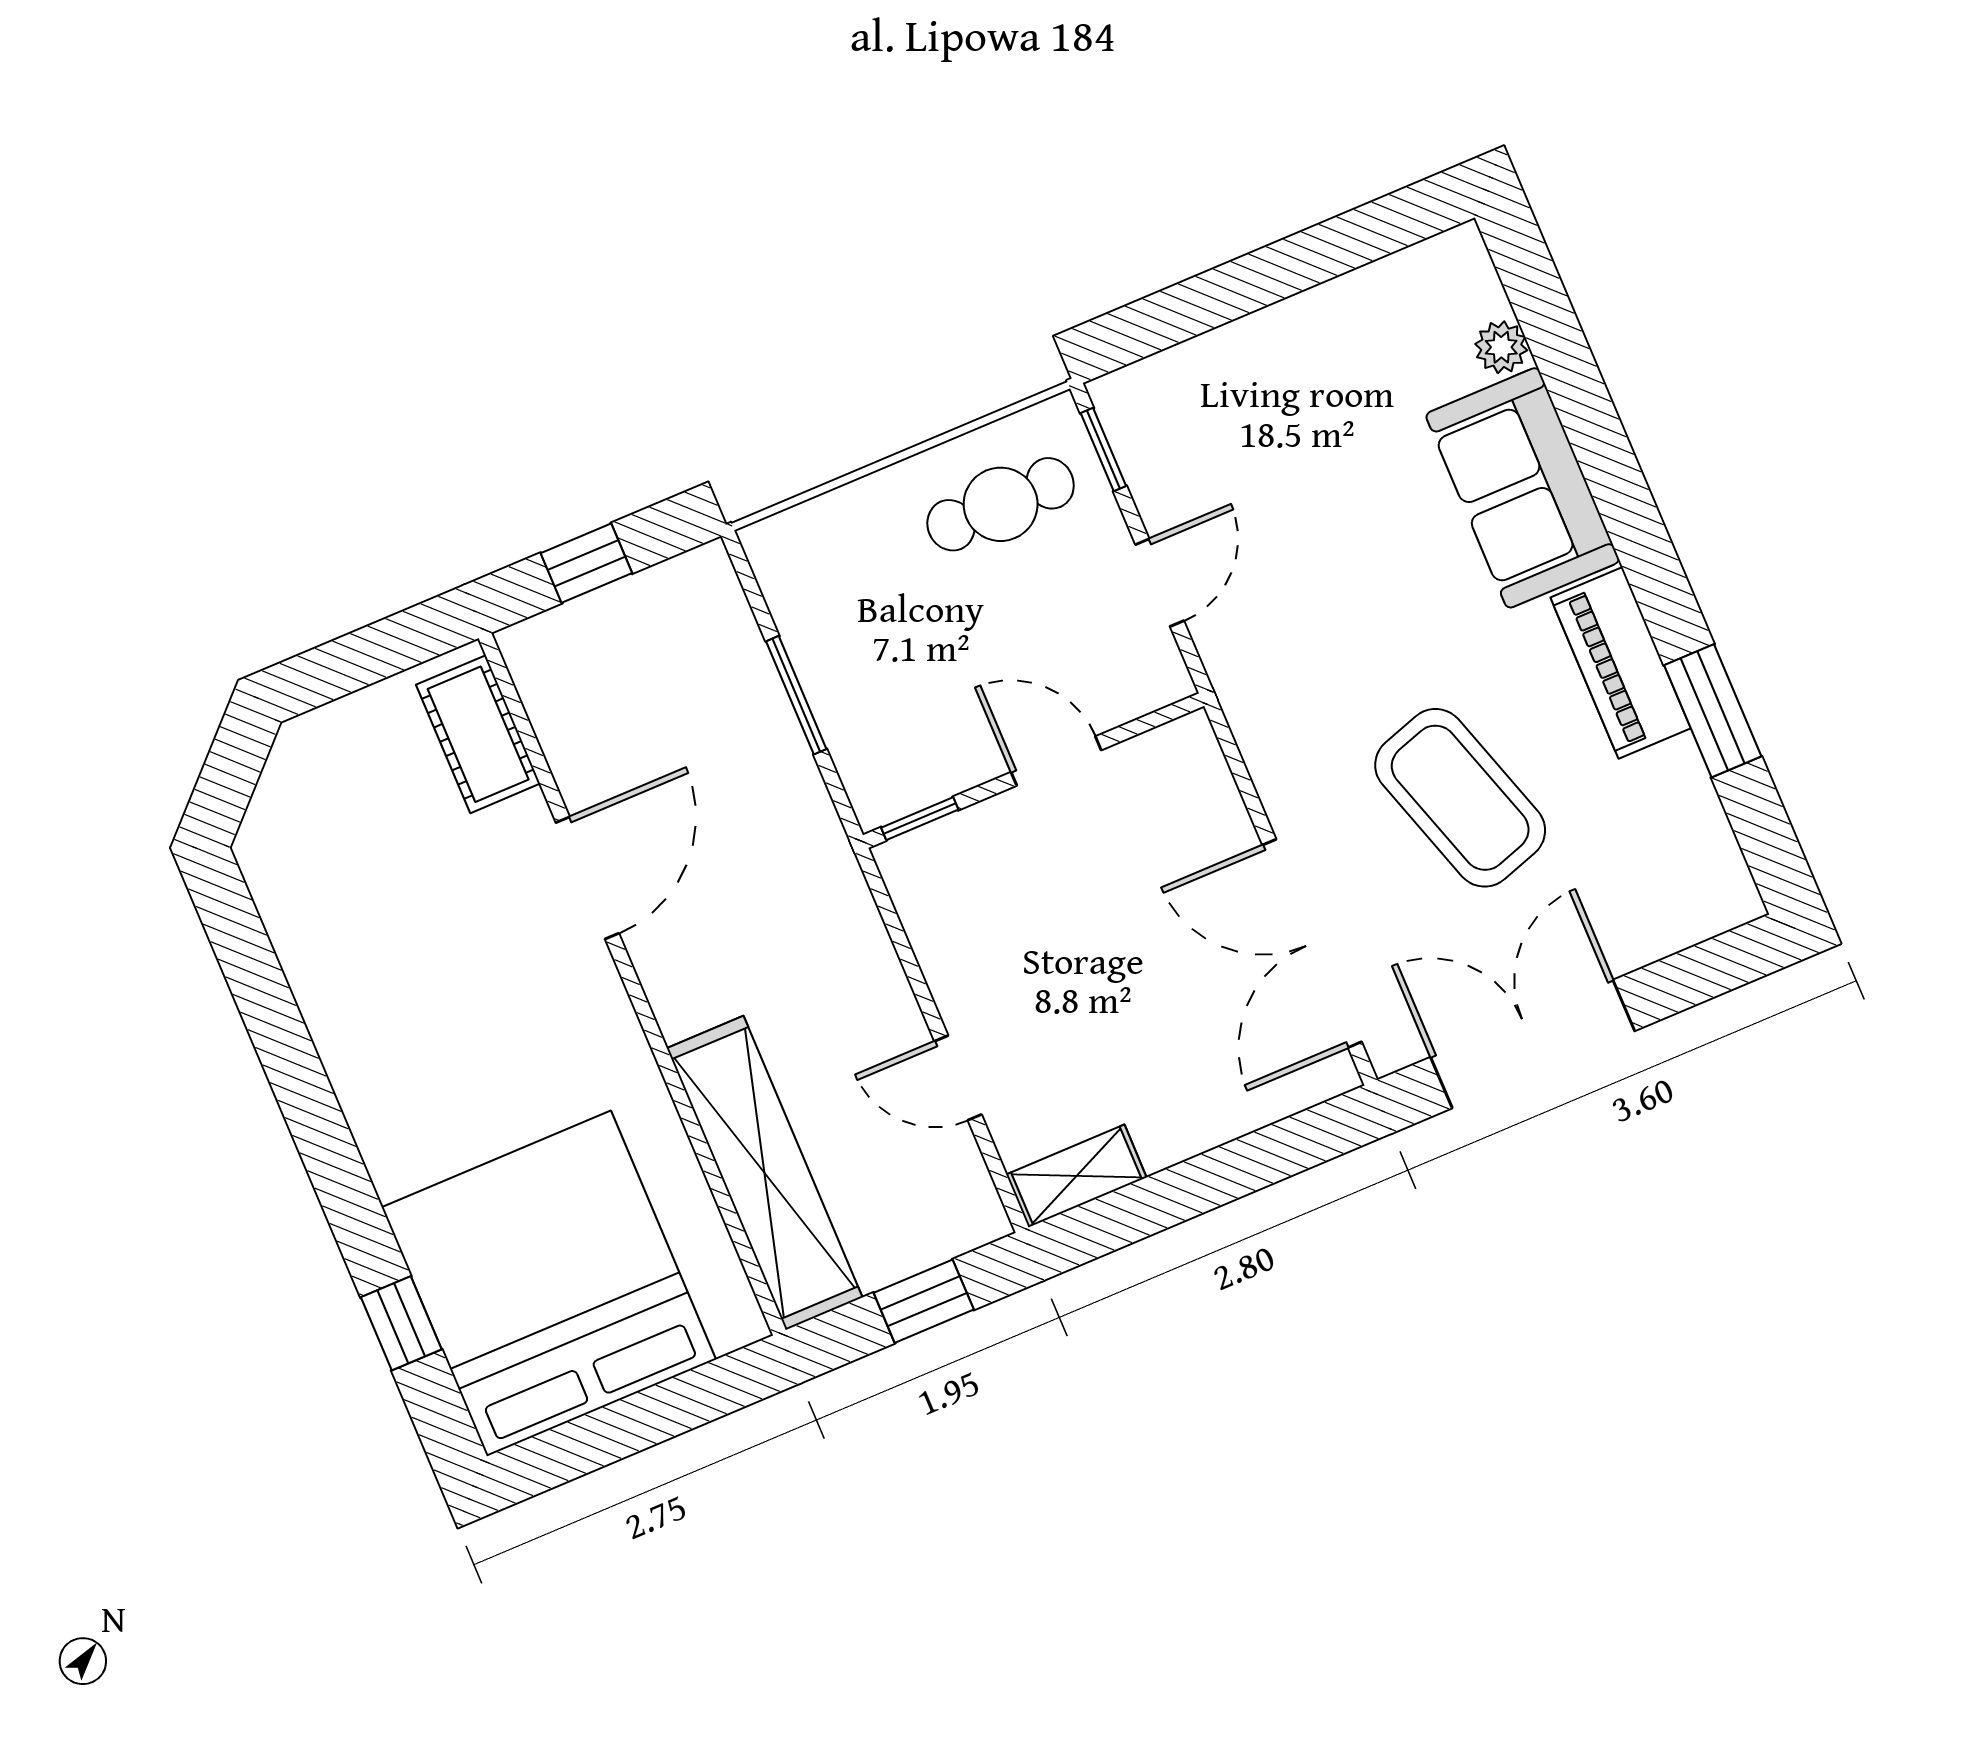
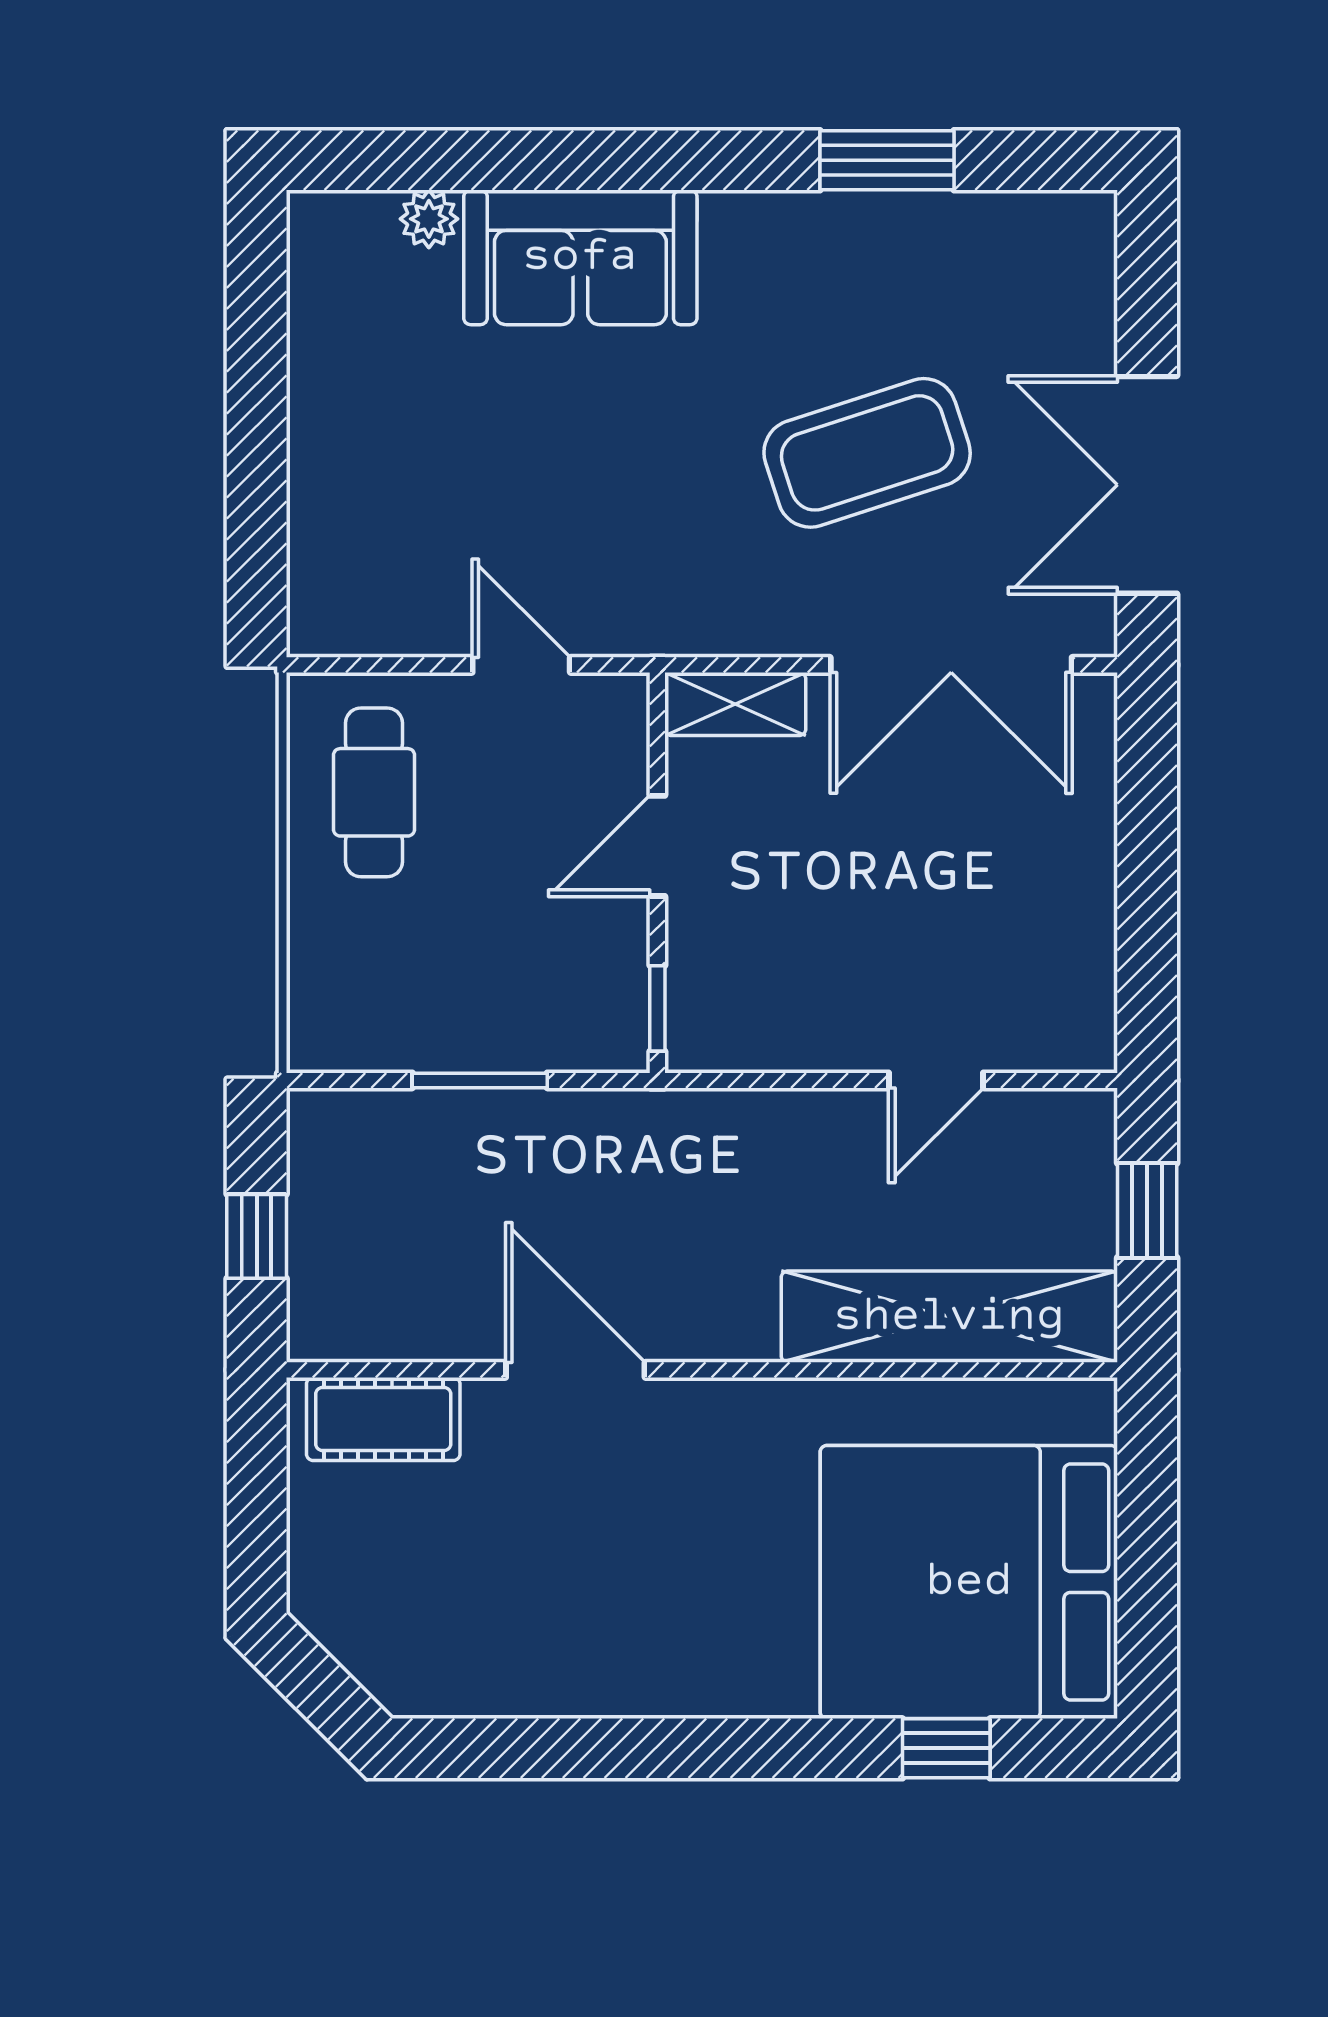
window: (1103, 450) -> (363, 665), removed
piano: (1621, 663) -> (799, 233), removed
shelving: (1076, 1176) -> (735, 704), moved, turned 90

